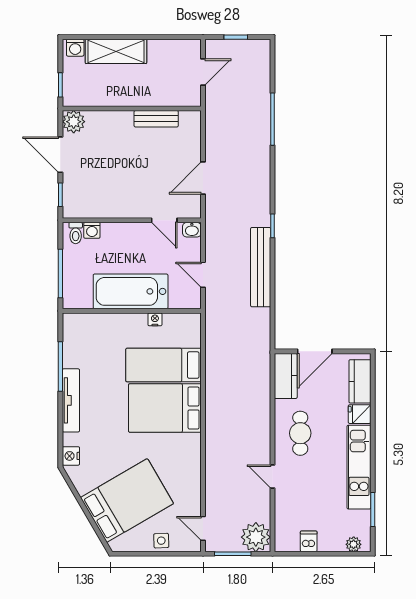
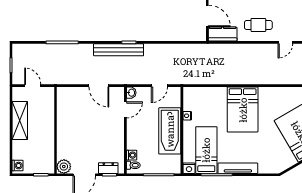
shelving: (116, 51) -> (20, 121), moved
bench: (156, 119) -> (62, 115), removed
dresser: (71, 193) -> (108, 168), added
bench: (261, 267) -> (119, 50), moved
bed: (164, 365) -> (206, 150), moved, turned 180
nightstand: (71, 456) -> (189, 168), moved

